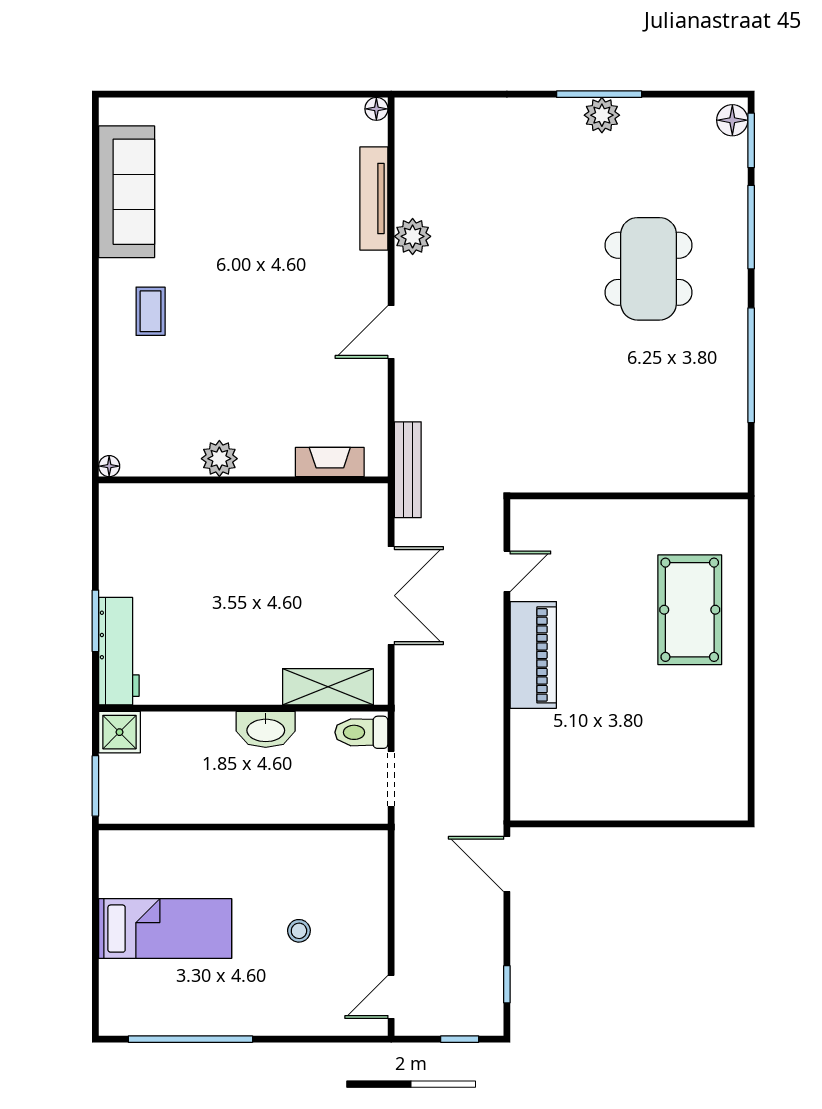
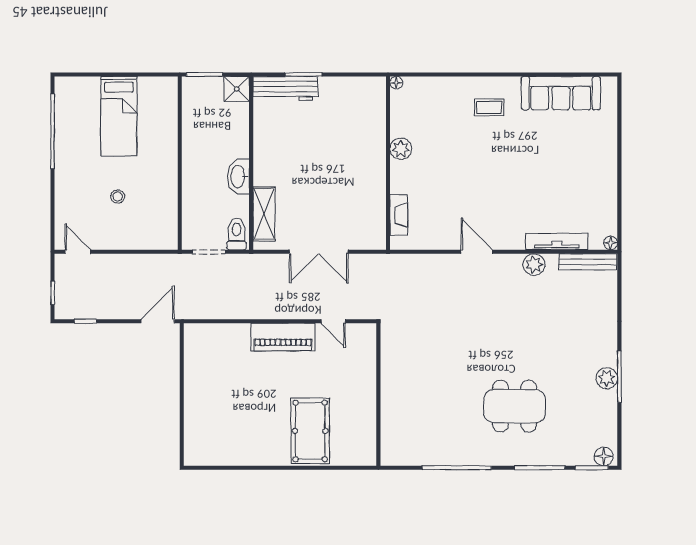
bench: (408, 470) -> (588, 262), moved
pool table: (690, 610) -> (310, 431), turned 90

